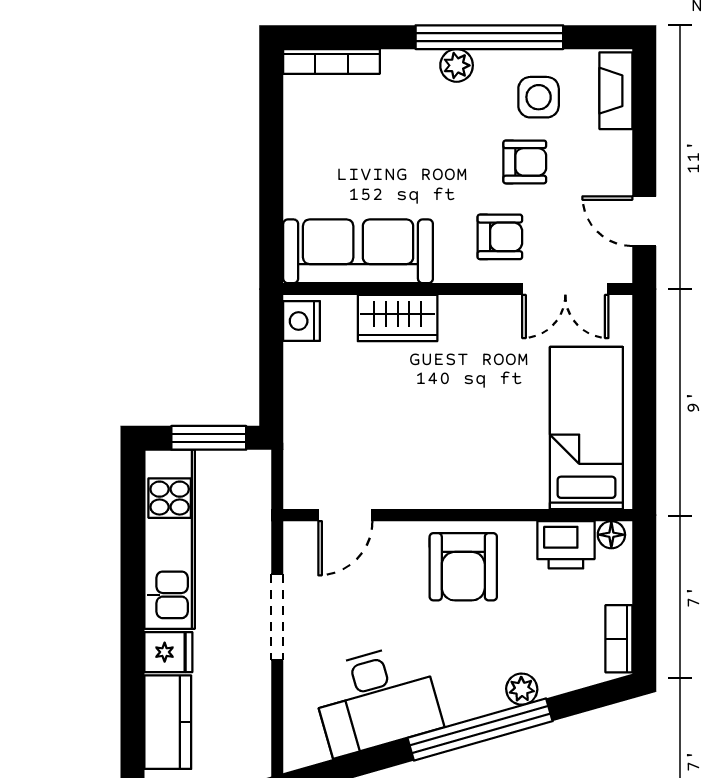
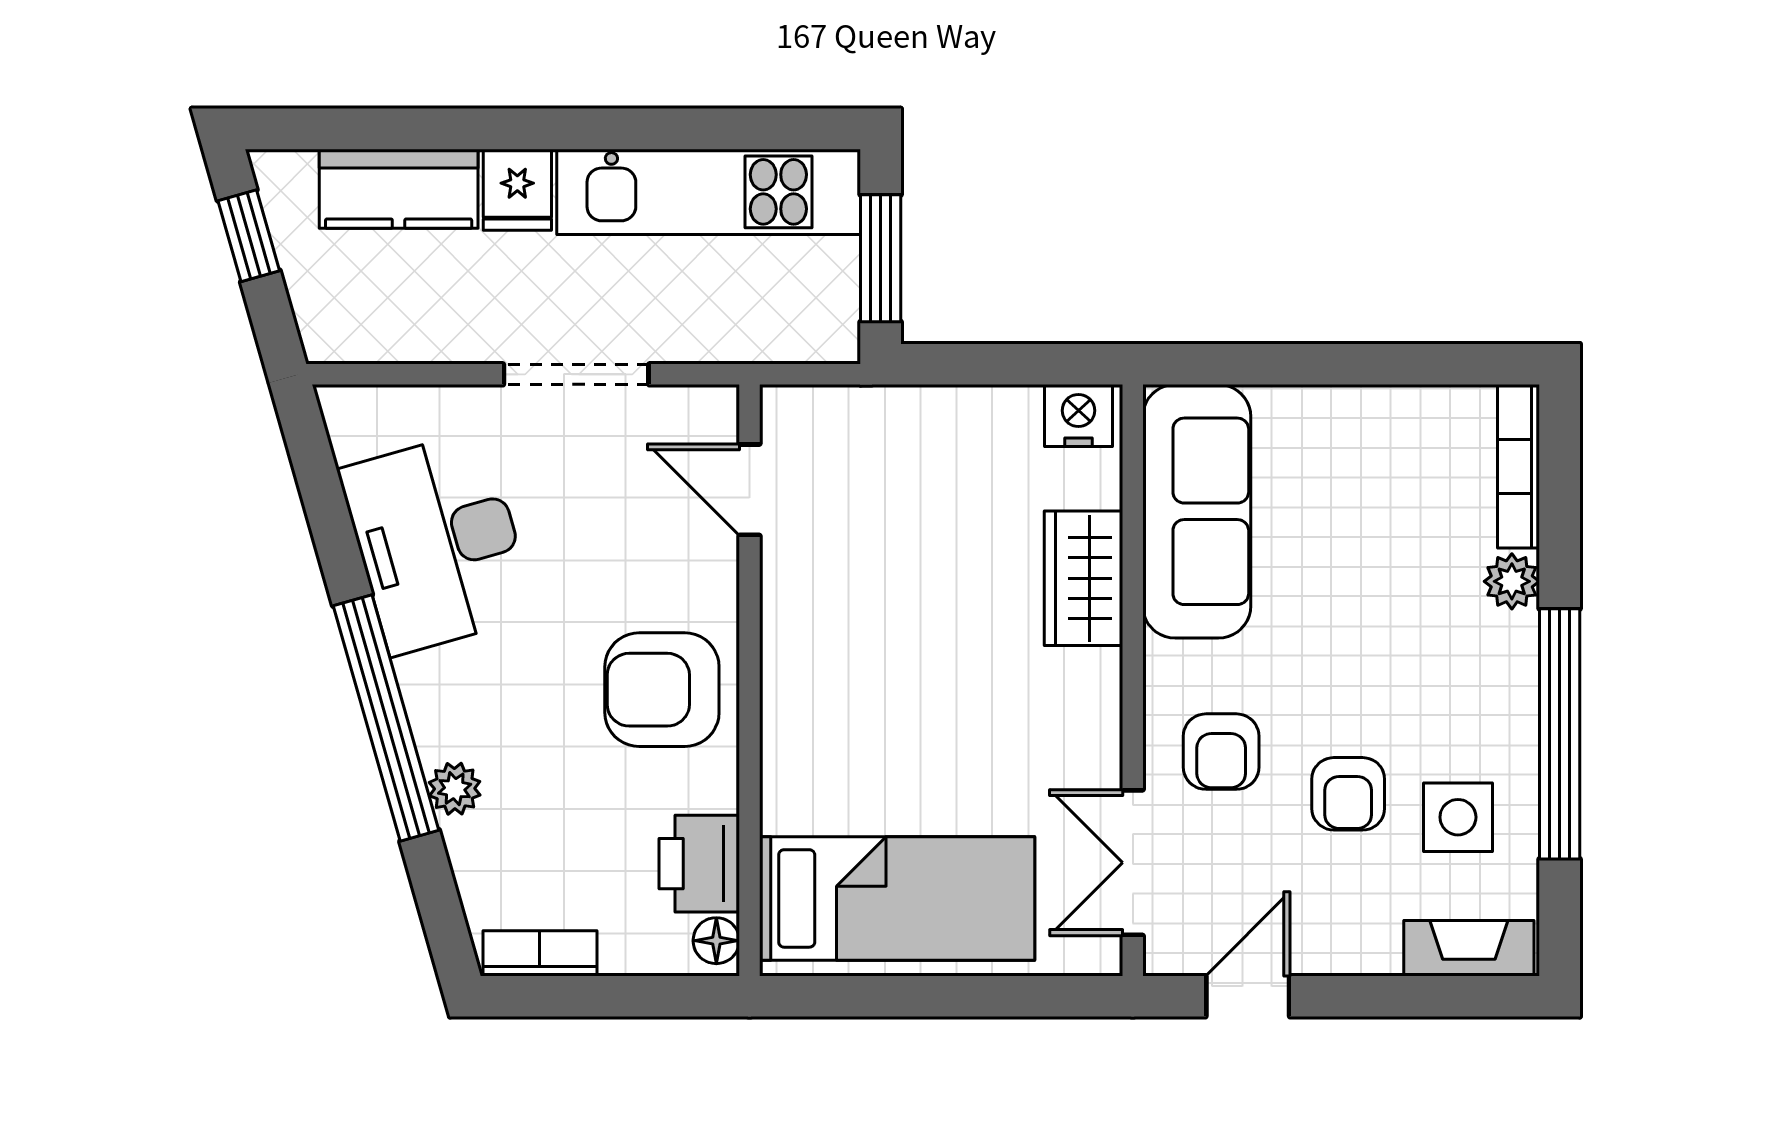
plant: (457, 65) -> (1512, 581), moved

